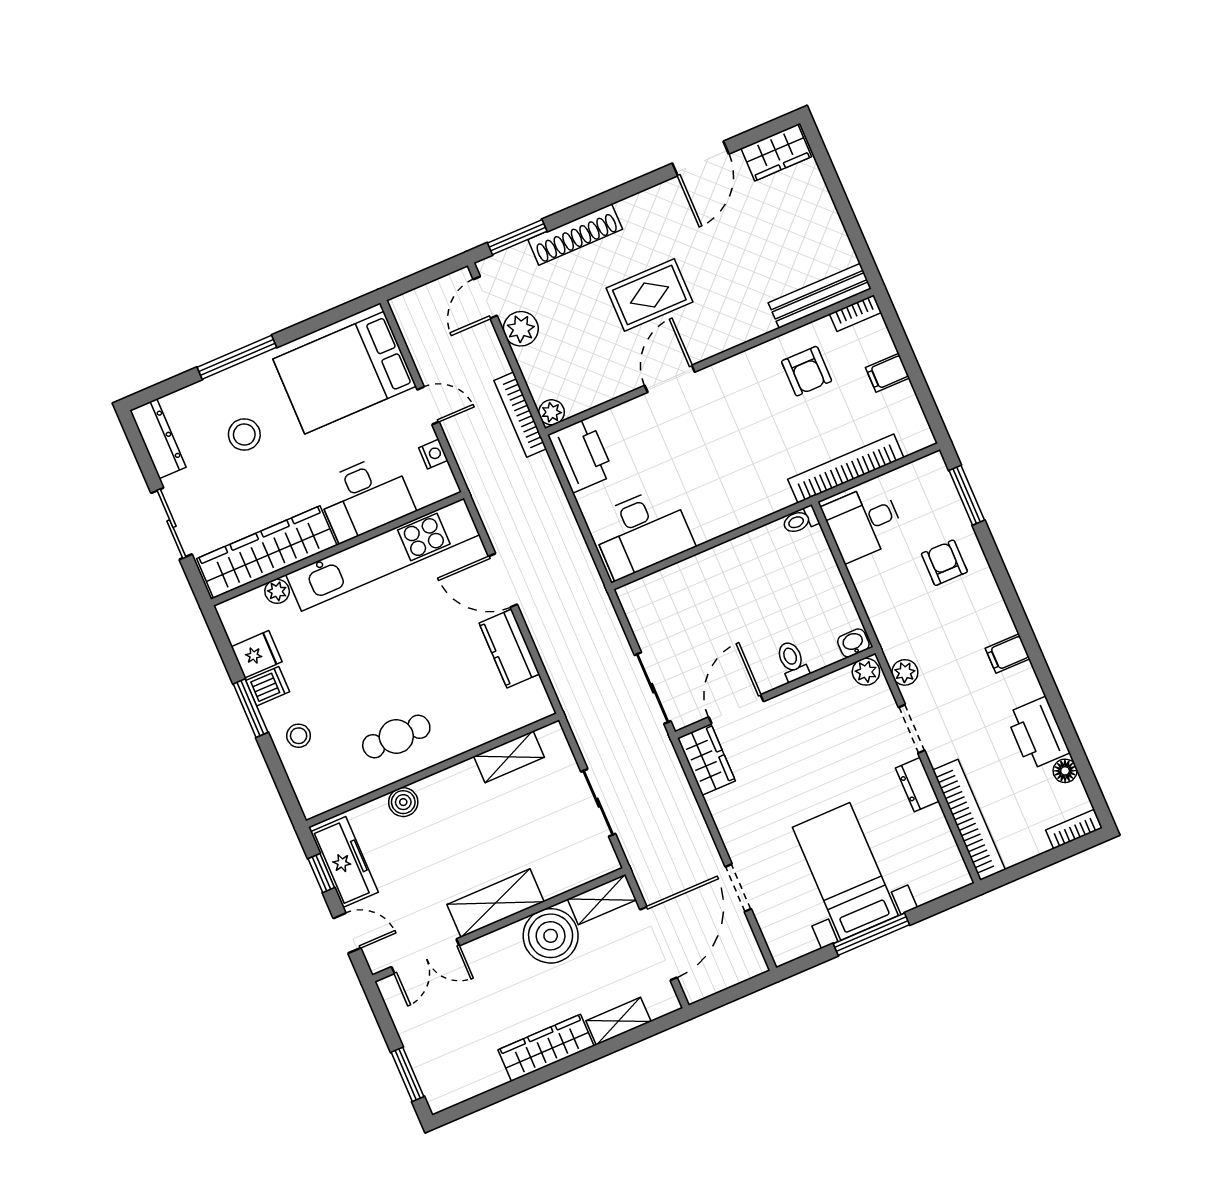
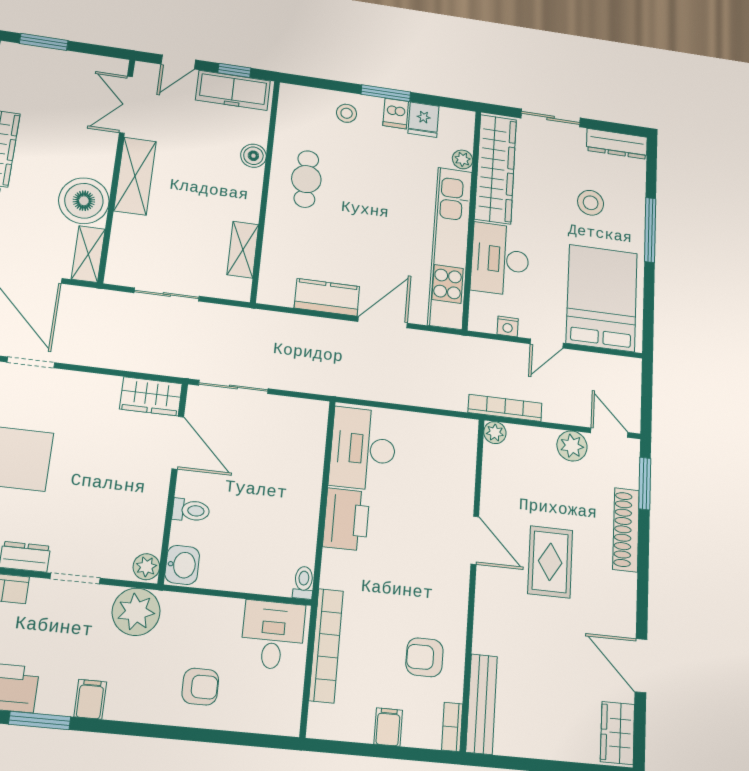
printer: (581, 455) -> (346, 519), moved, turned -90
window: (967, 495) -> (40, 720), moved
washbasin: (853, 643) -> (182, 565), width x1.38, depth x1.45
plant: (905, 672) -> (136, 612), width x1.87, depth x1.87

